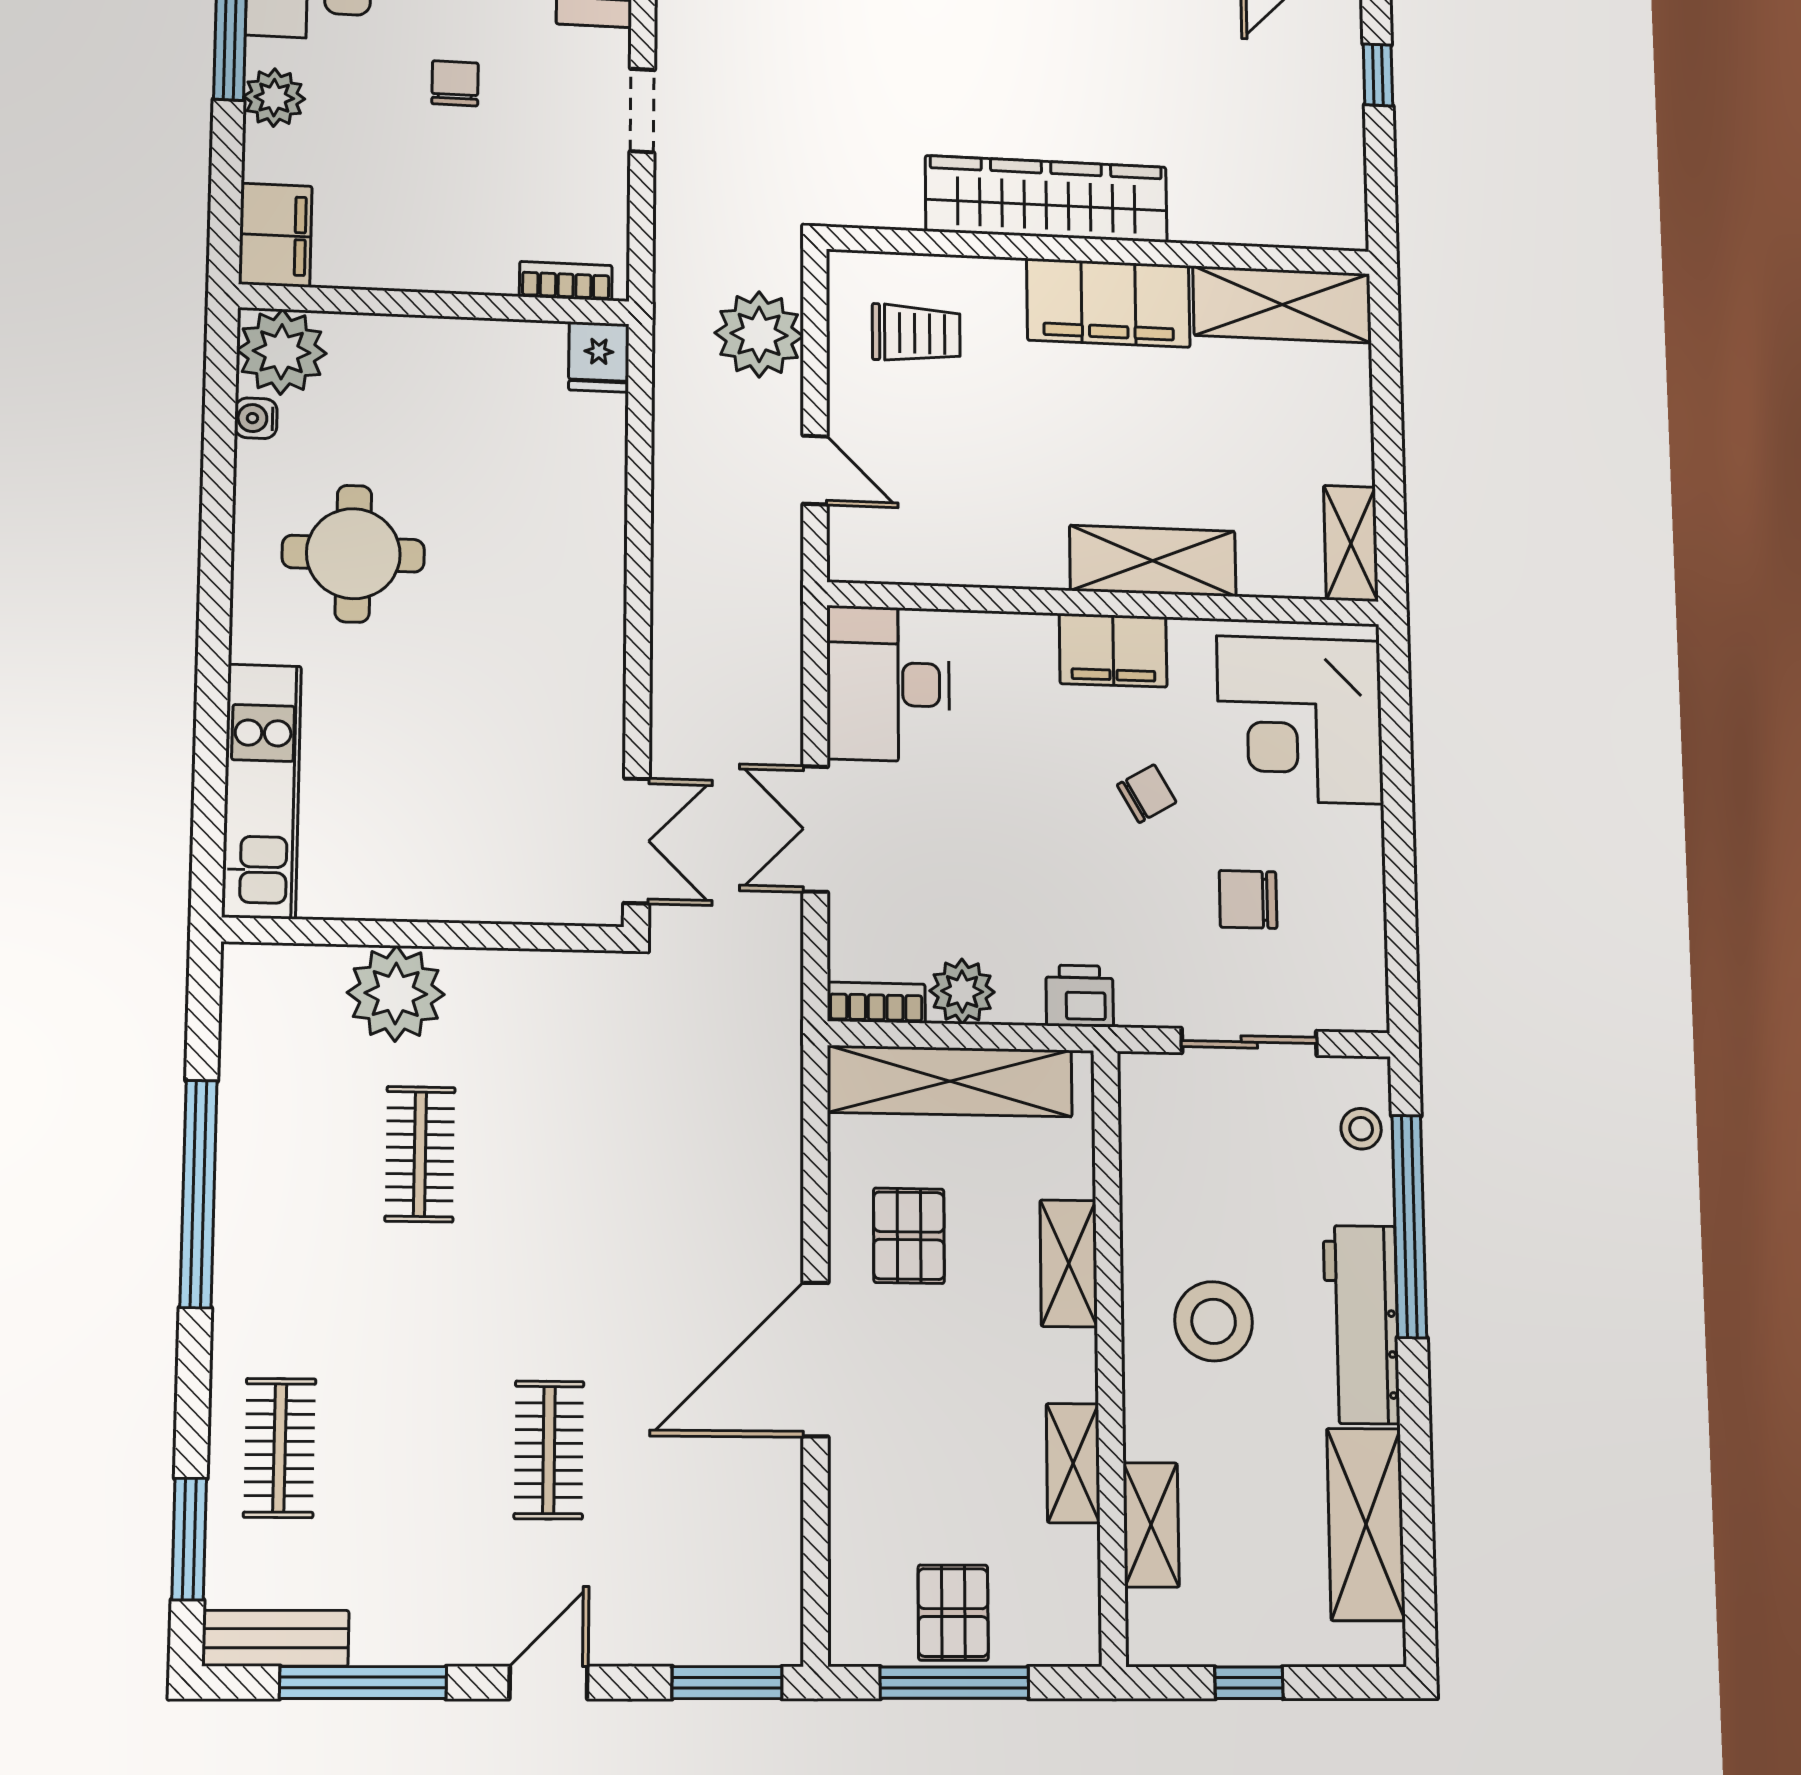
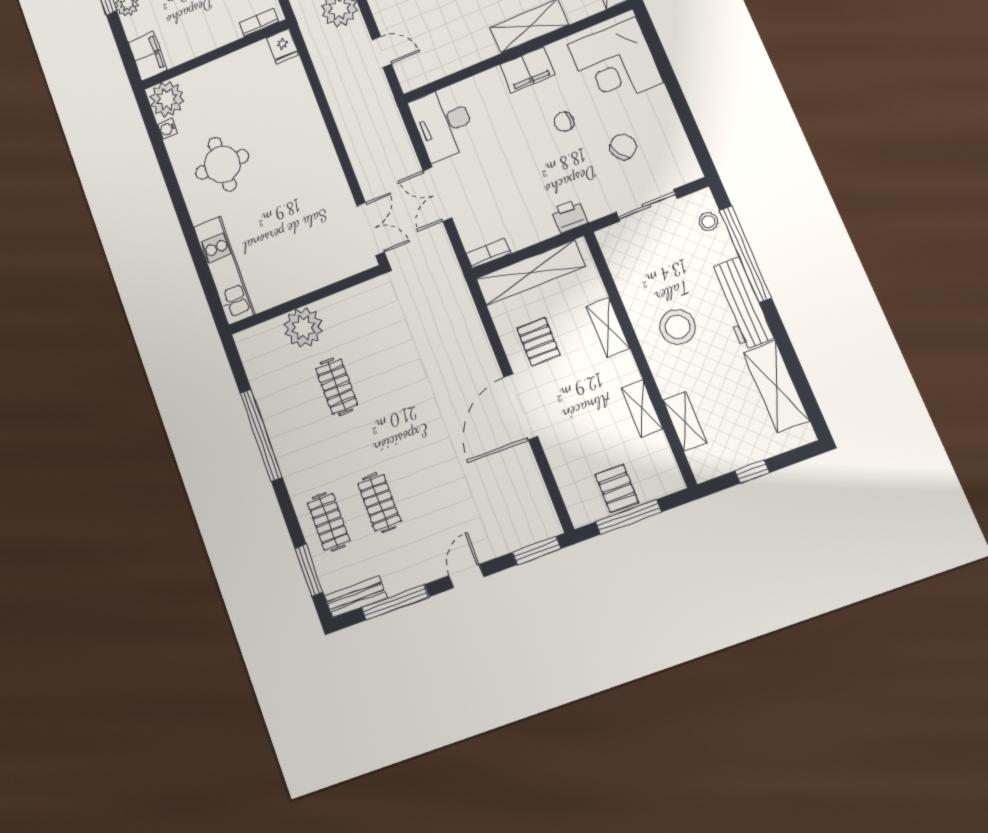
chair: (1147, 794) -> (564, 122), turned -149
chair: (1248, 899) -> (623, 147), turned 146
plant: (962, 991) -> (521, 234), removed
clothes rail: (549, 1450) -> (379, 503), moved

